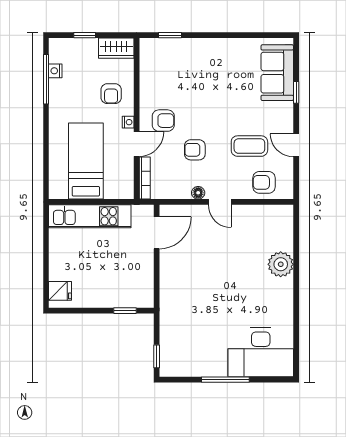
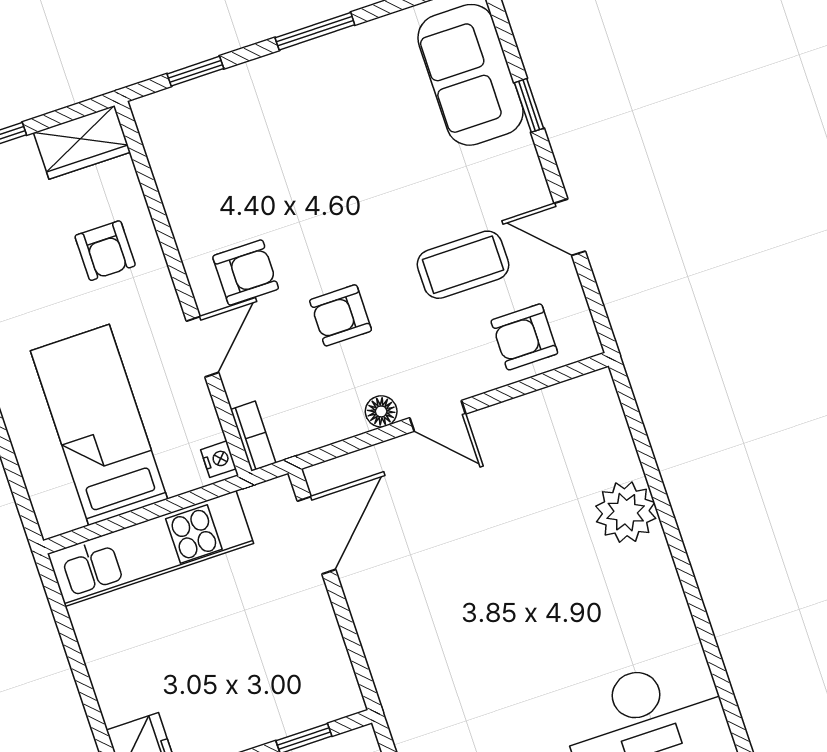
window: (222, 35) -> (315, 31), added
nightstand: (128, 122) -> (218, 459), moved
bookcase: (145, 178) -> (253, 436), width x0.64

